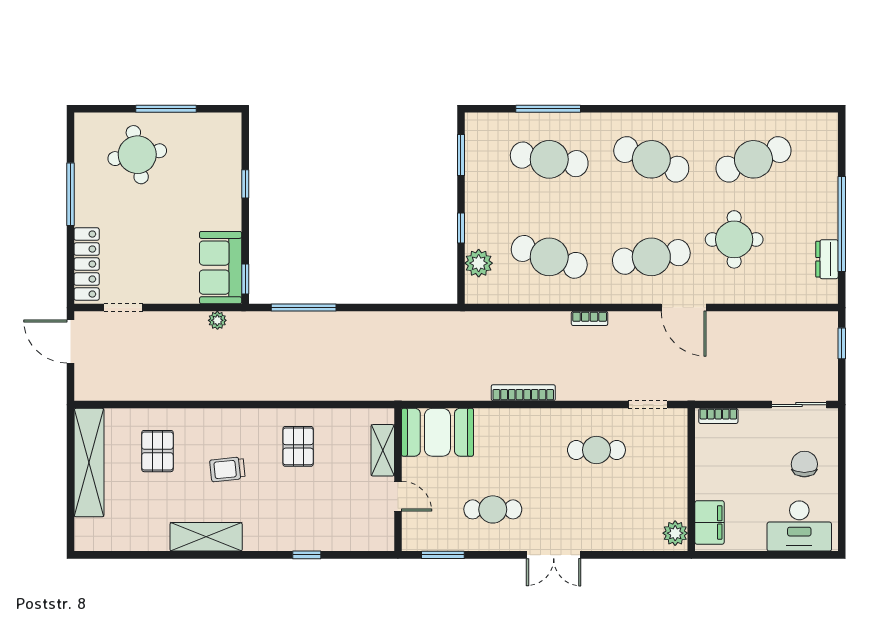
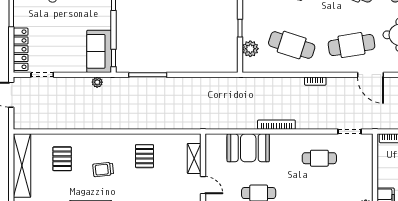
booth: (437, 432) -> (248, 148), moved

